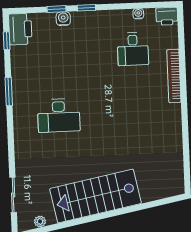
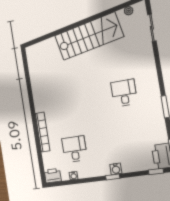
window: (56, 9) -> (156, 172), moved
water cooler: (63, 19) -> (116, 169), moved
desk: (59, 115) -> (124, 93), width x0.73

